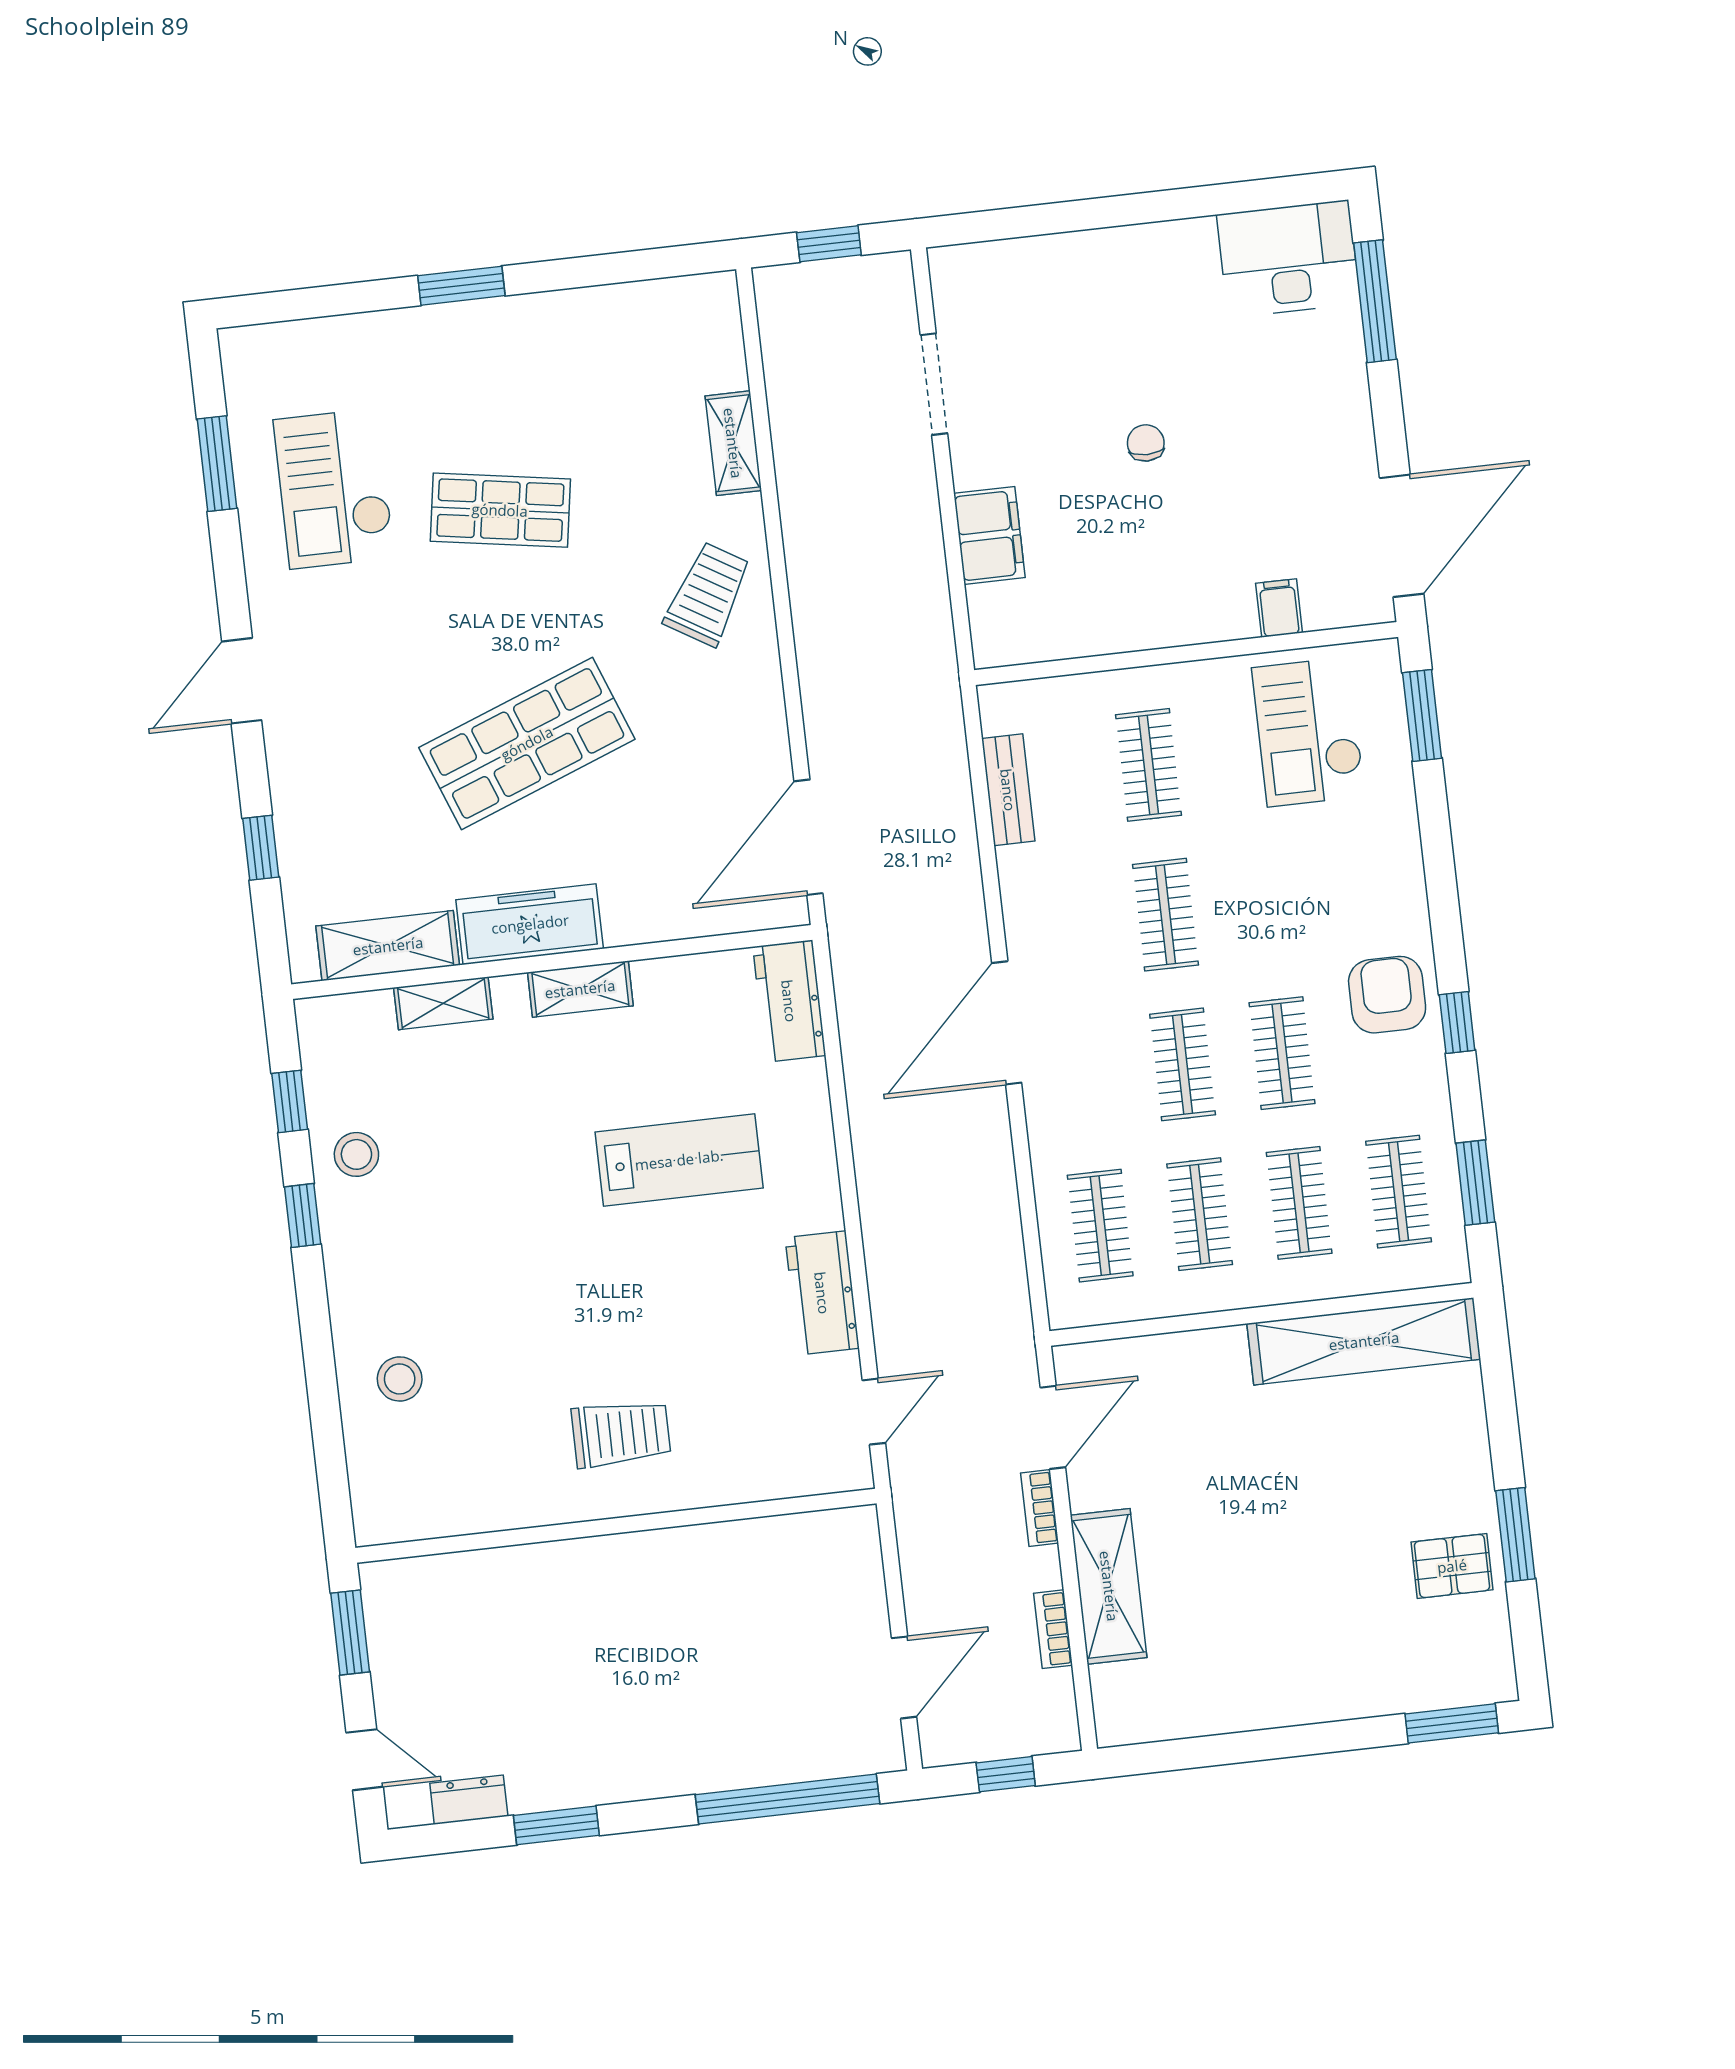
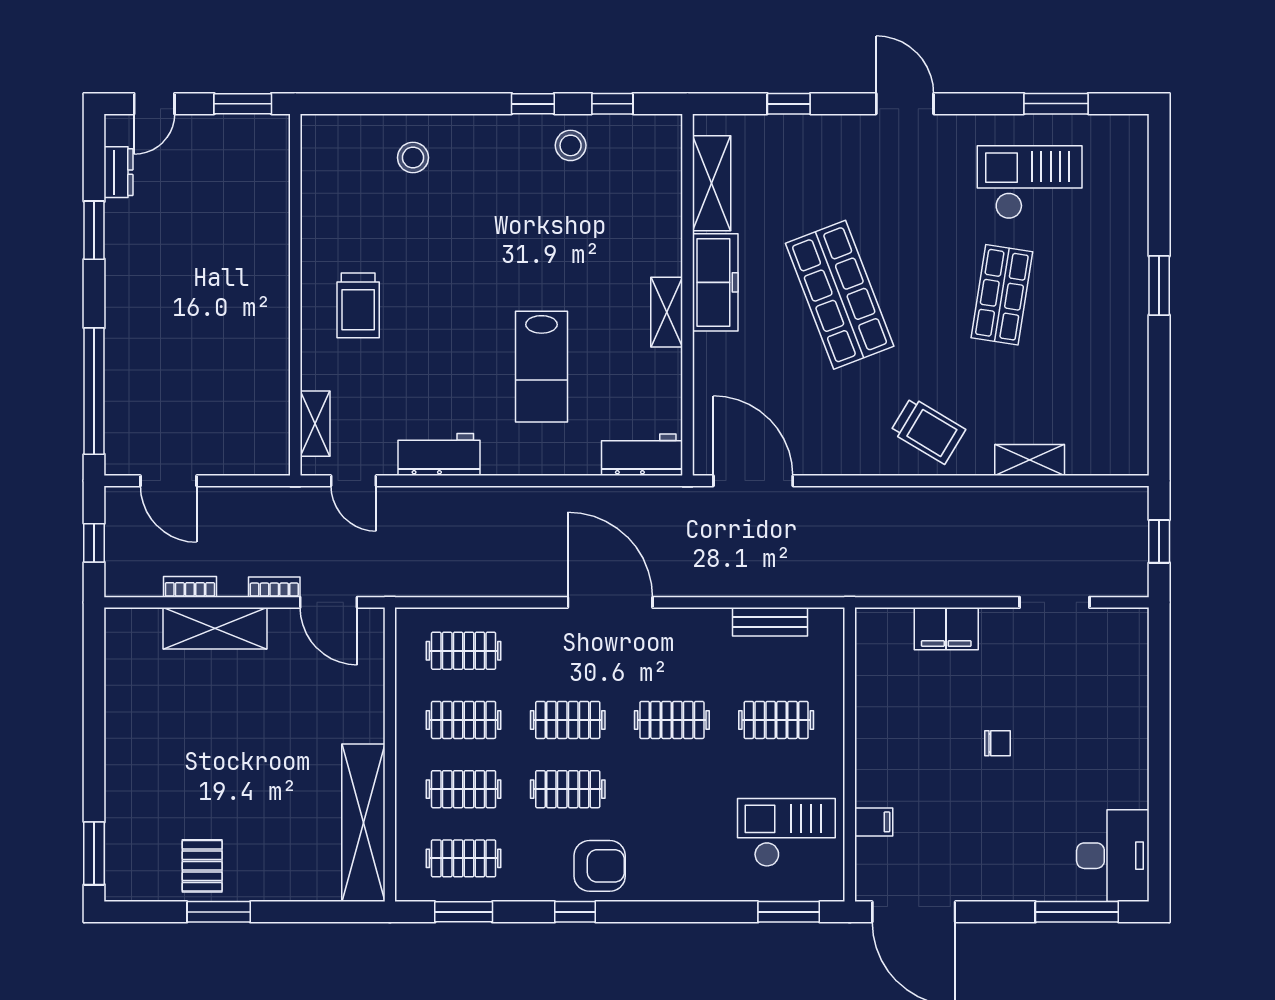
shelving: (443, 1003) -> (315, 424), moved

